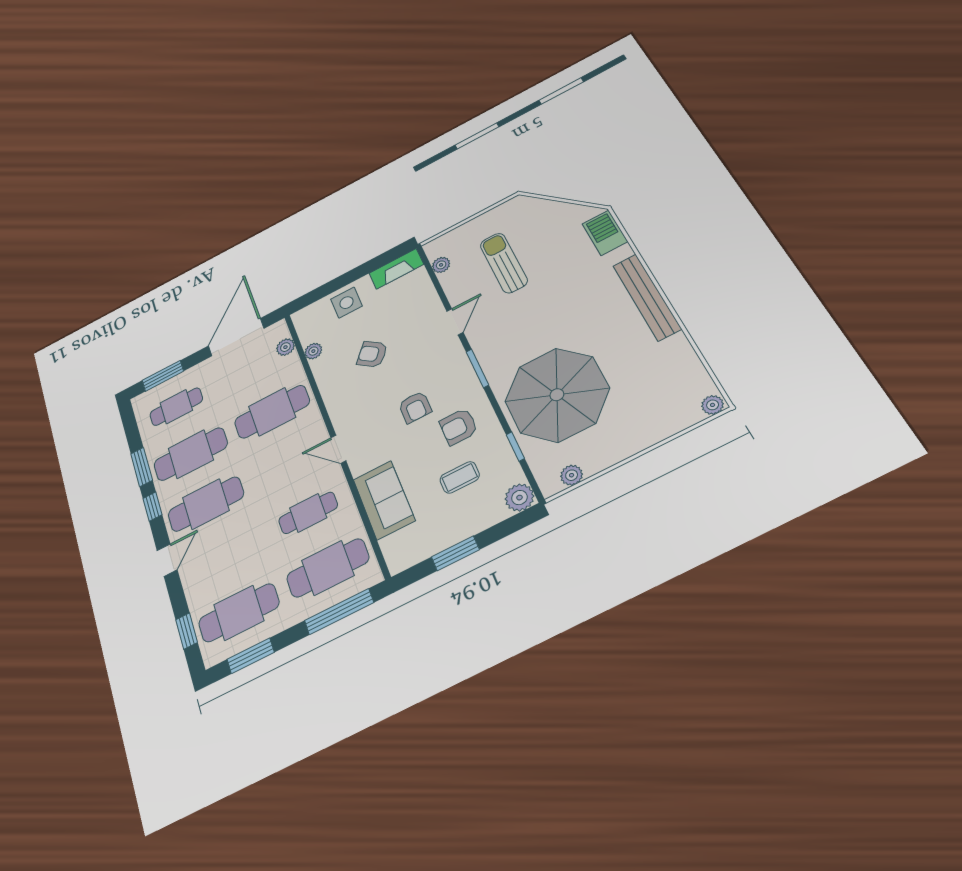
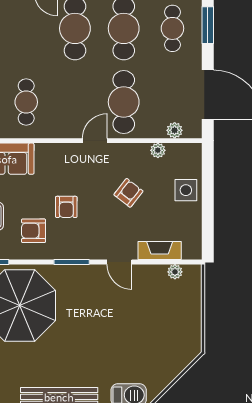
sun lounger: (504, 263) -> (148, 316), removed
fireplace: (396, 269) -> (160, 250), moved, turned 90
armchair: (415, 407) -> (66, 207), turned -90
armchair: (458, 427) -> (34, 231), turned -90
door: (338, 449) -> (95, 141), moved

